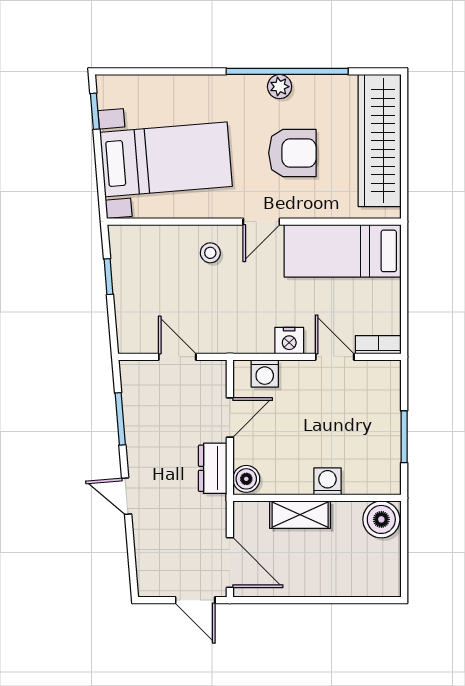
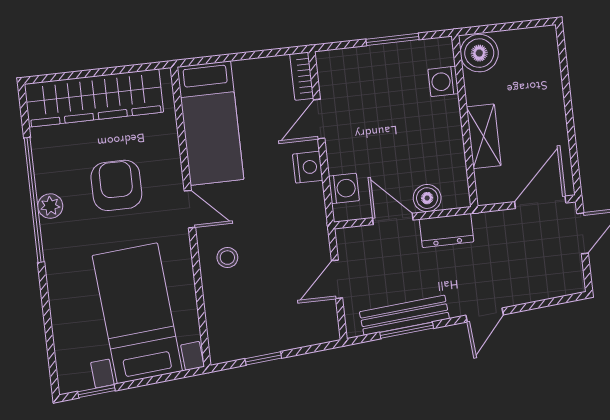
bench: (135, 418) -> (404, 315), added
boiler: (246, 479) -> (427, 198), moved
washing machine: (327, 481) -> (443, 81), moved

